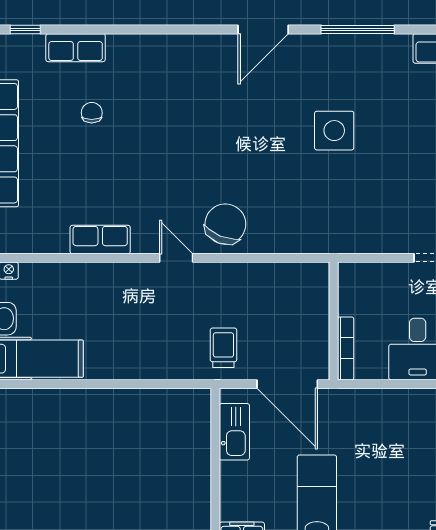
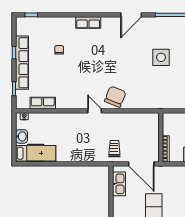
row of seats: (76, 48) -> (88, 23), moved
row of seats: (100, 239) -> (43, 103), moved

